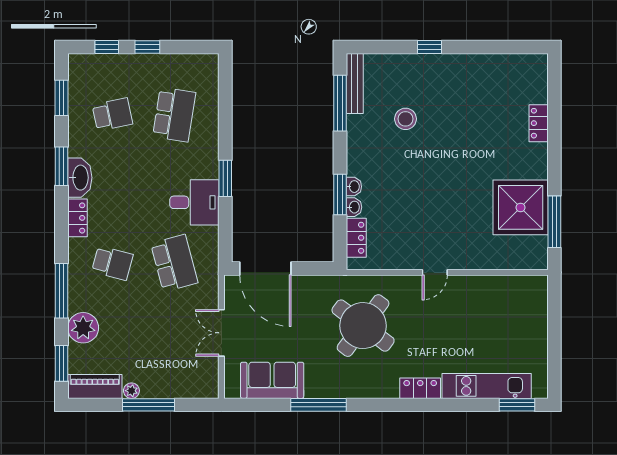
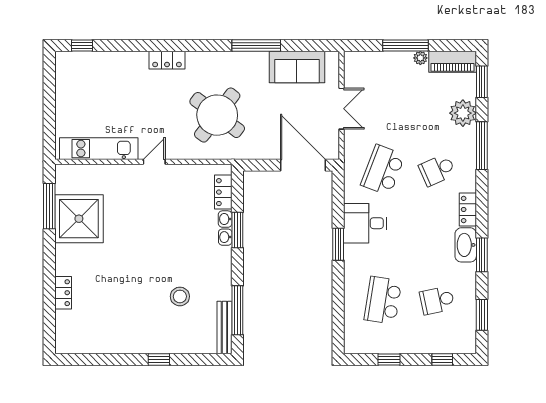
window: (147, 47) -> (389, 360), moved
school desk: (112, 263) -> (437, 170), turned -39
school desk: (174, 263) -> (383, 170), turned 36
kitchen unit: (487, 386) -> (99, 149), moved, turned 180
window: (517, 405) -> (82, 45), width x0.67

